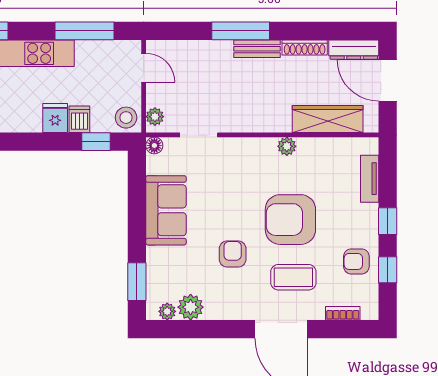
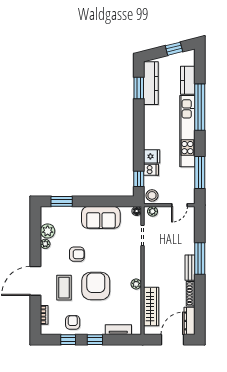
plant: (167, 311) -> (45, 244), moved

